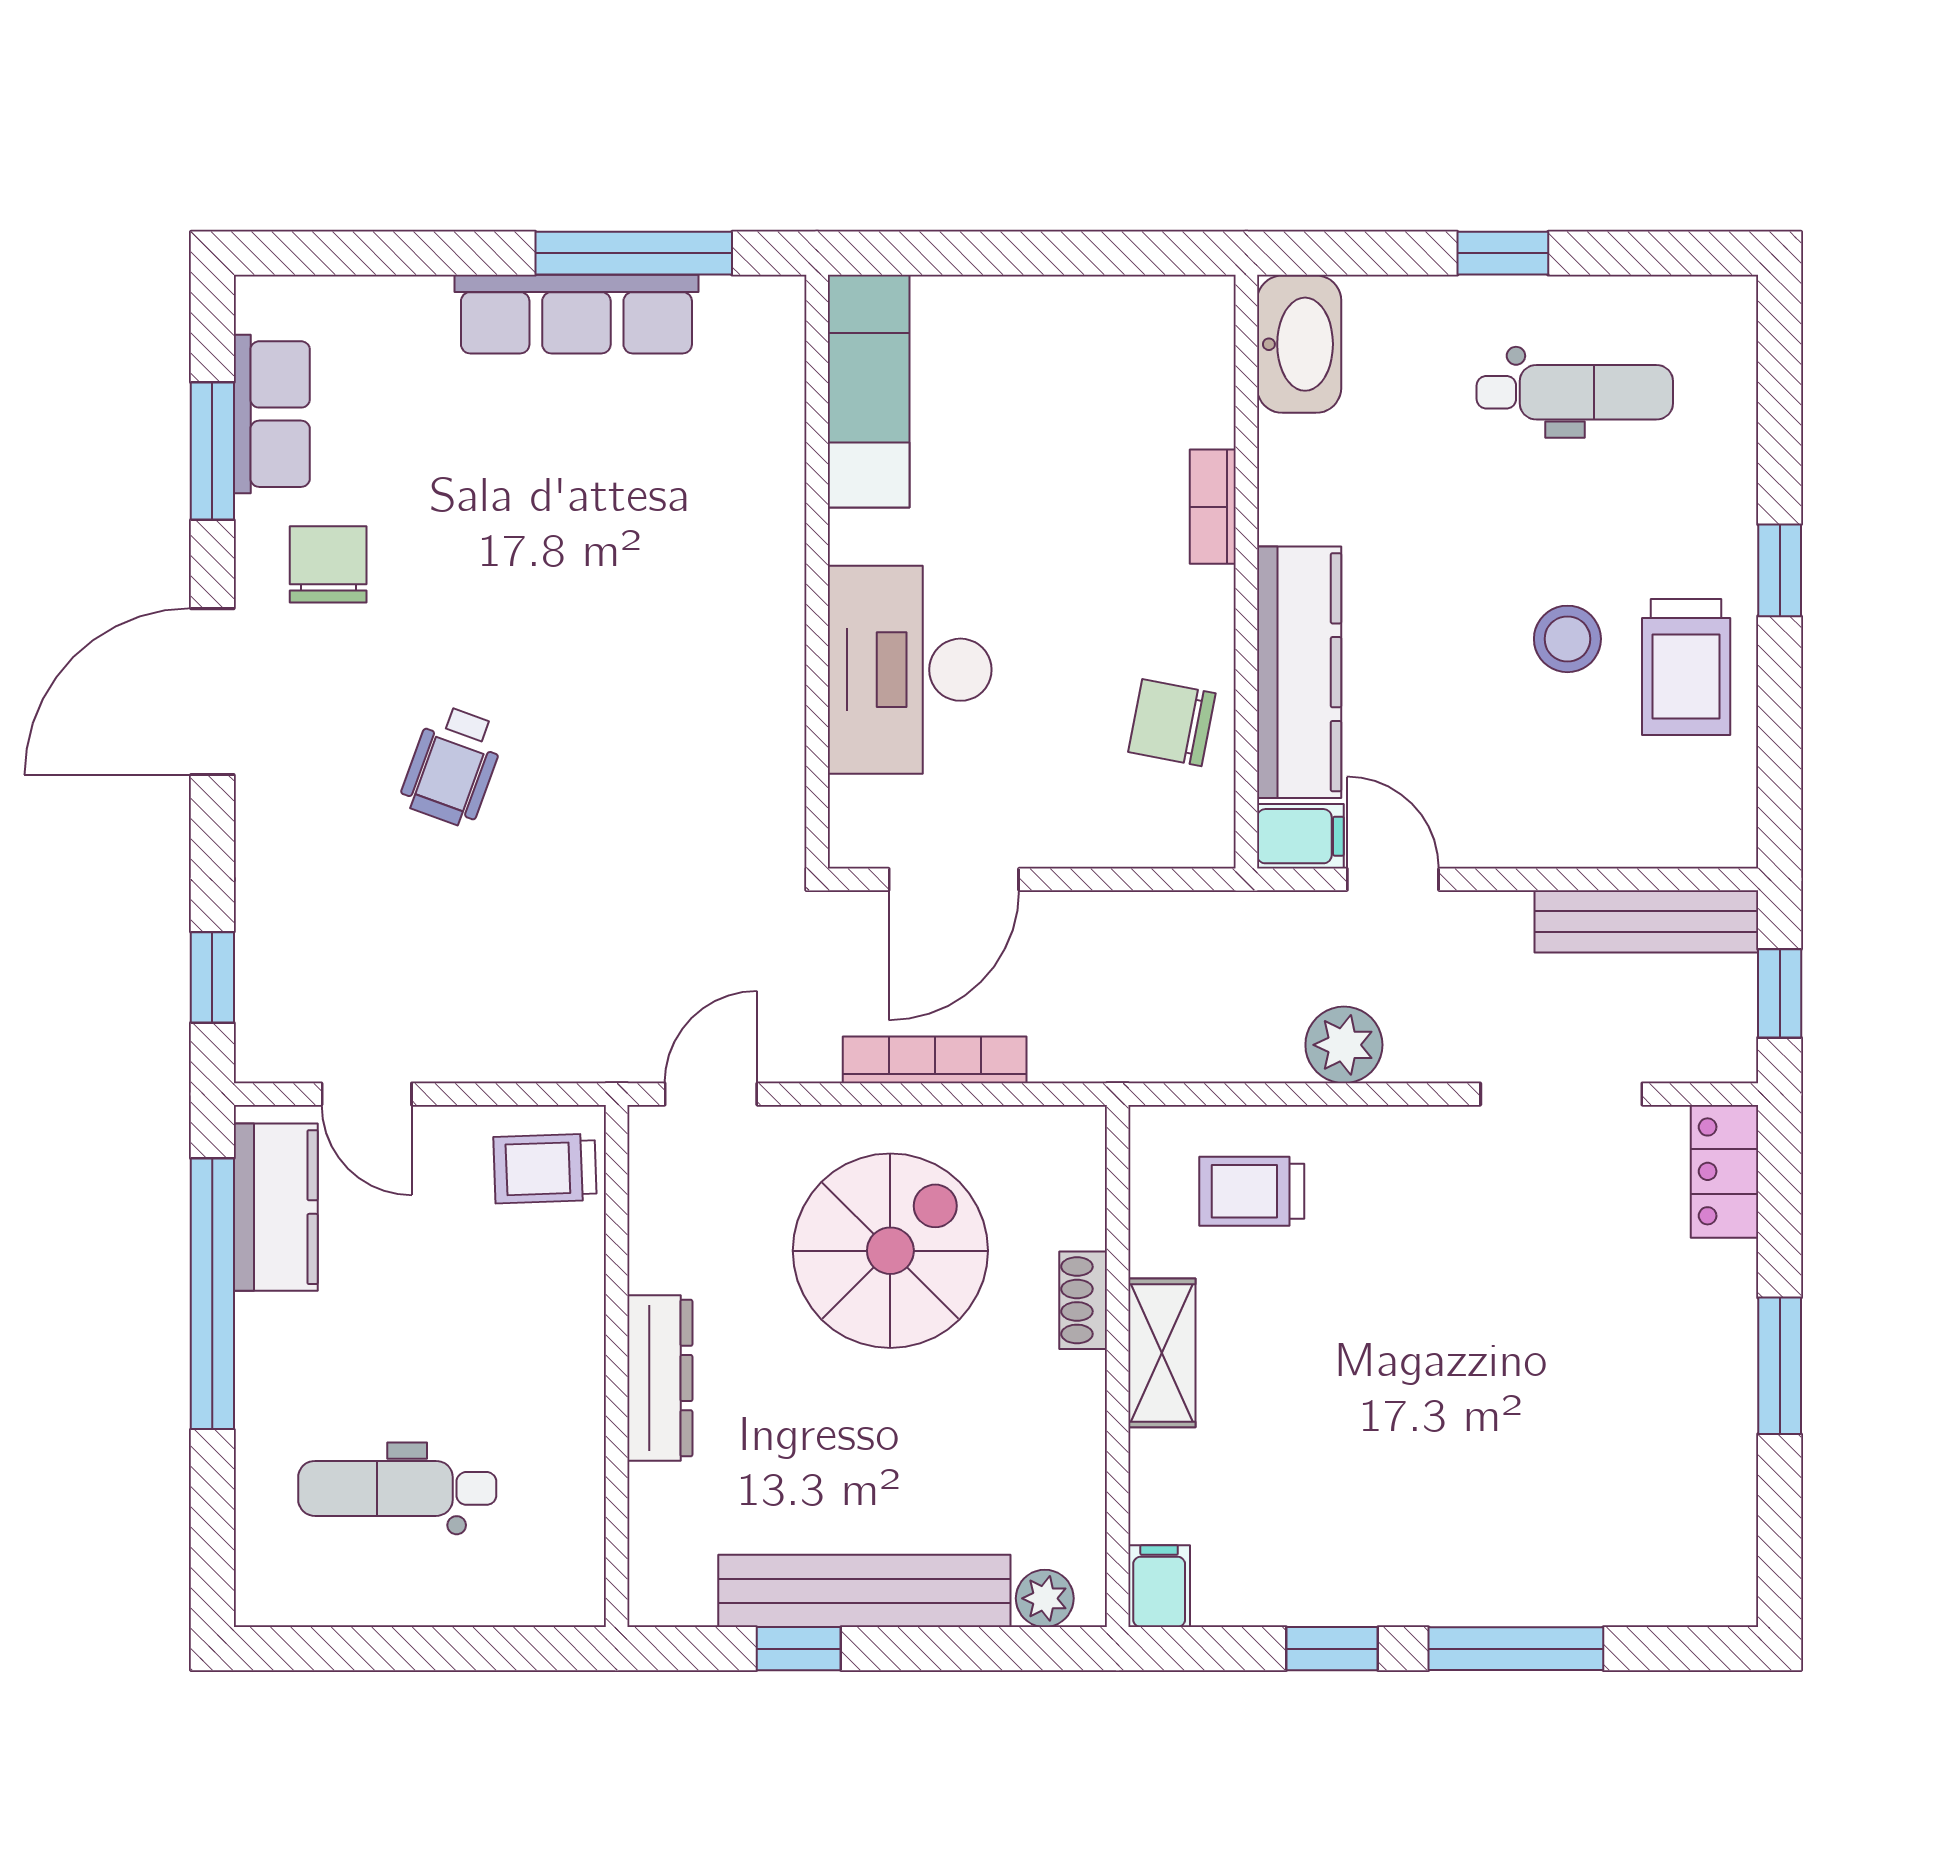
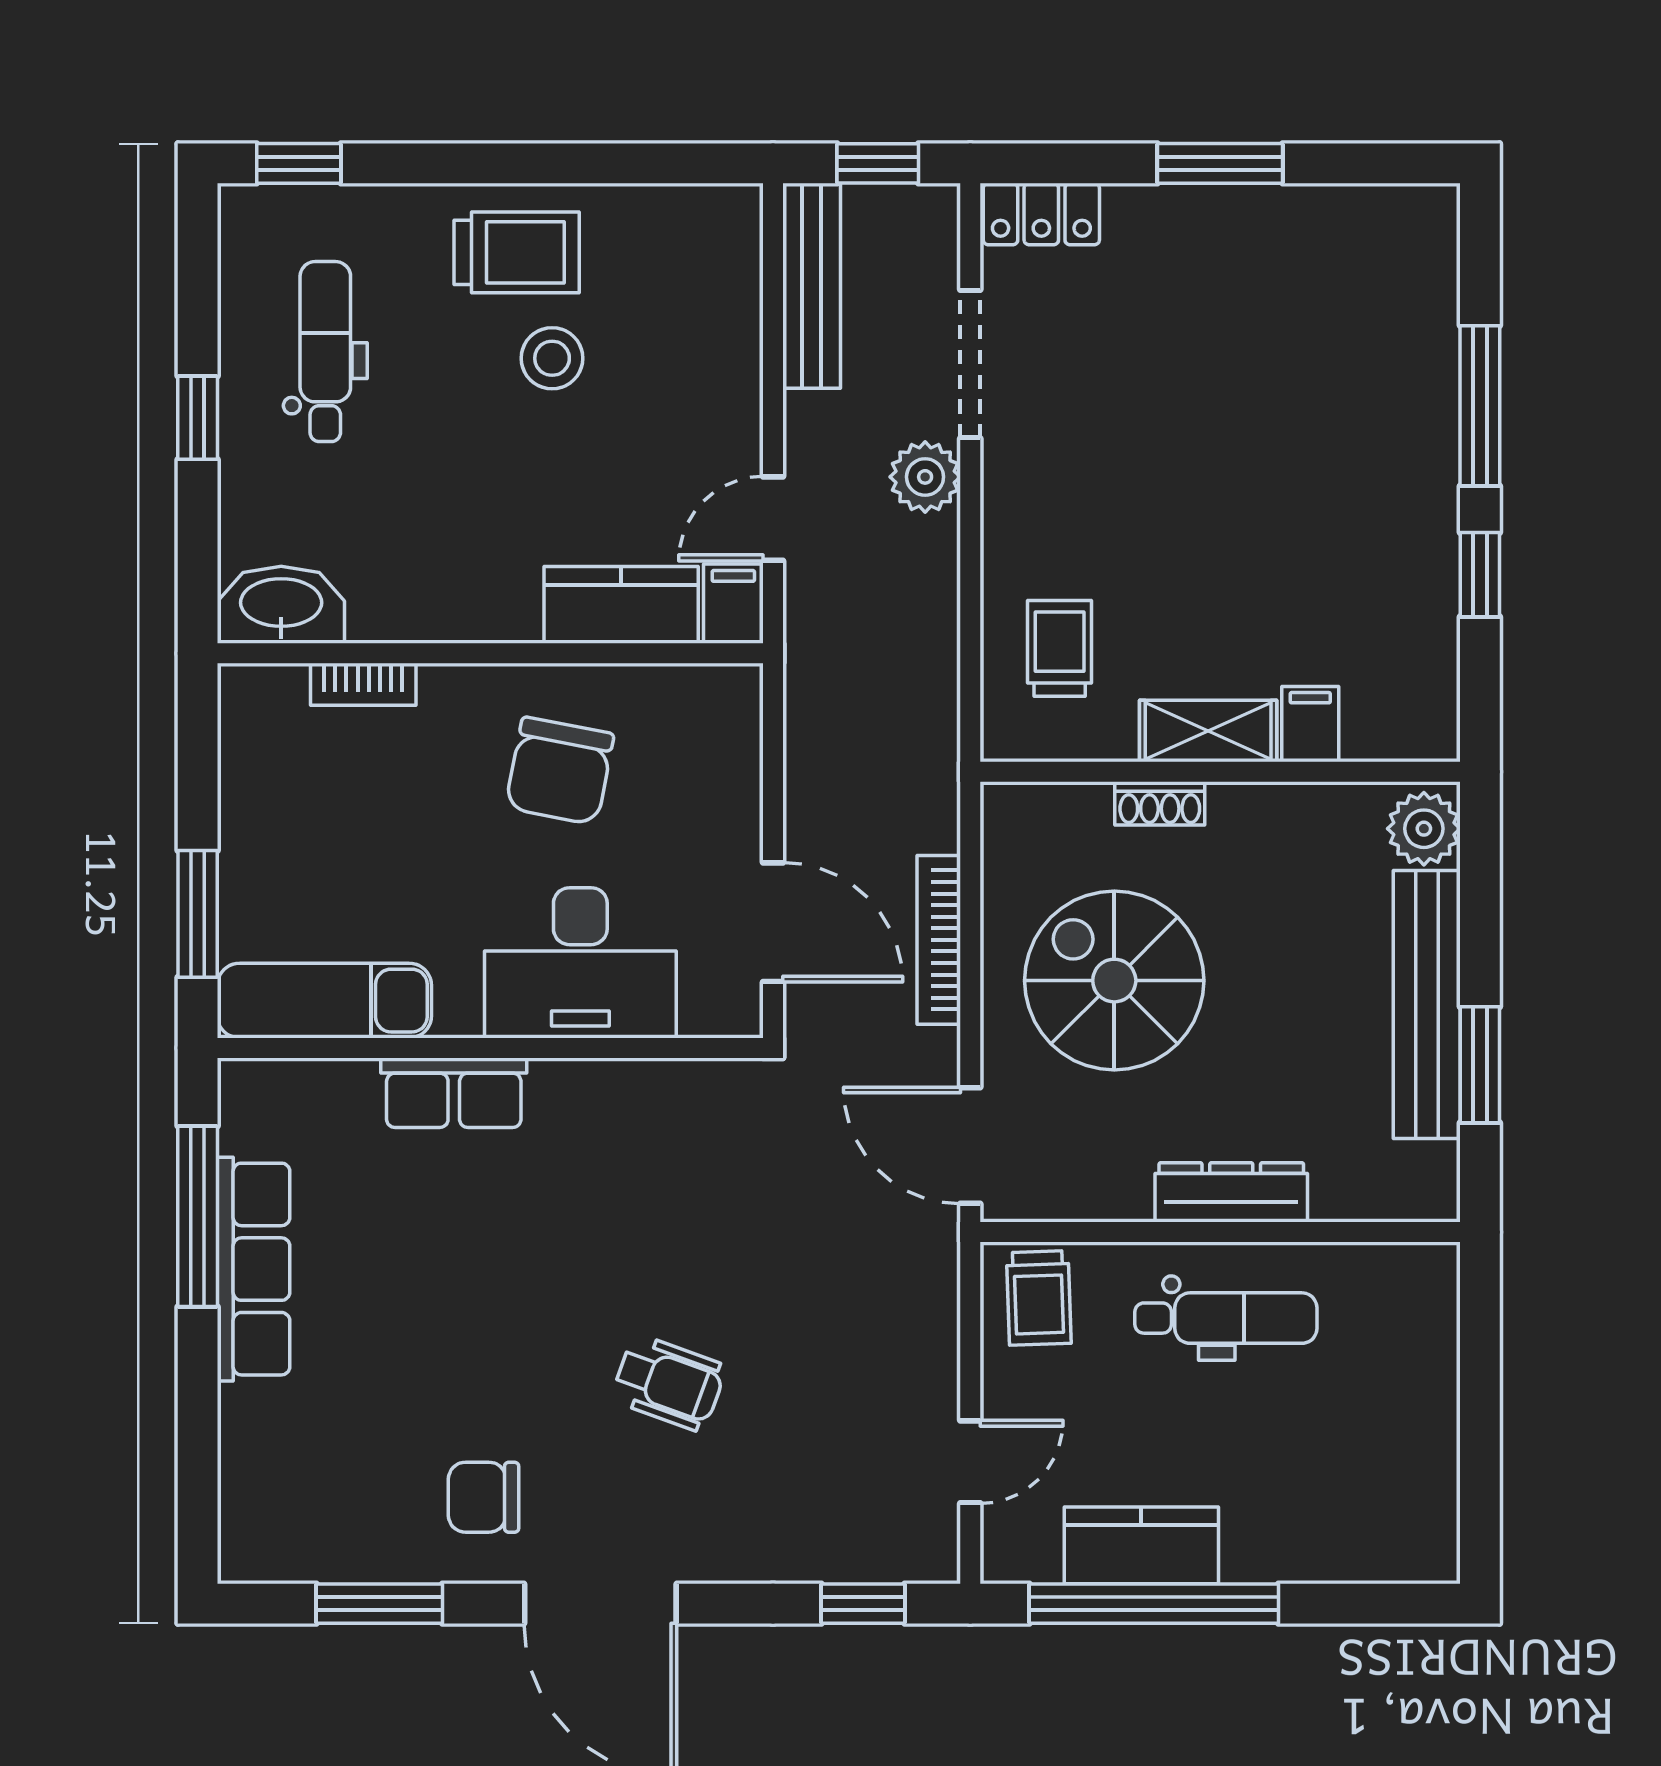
window: (963, 253) -> (198, 914), added
row of seats: (272, 414) -> (454, 1093), moved, turned 180
bookcase: (1213, 507) -> (363, 684), moved
window: (1780, 570) -> (299, 163), moved
trolley: (1686, 667) -> (517, 252), moved
kitchen counter: (1299, 672) -> (621, 605), width x0.67
chair: (1172, 723) -> (560, 771), moved, width x1.37, depth x1.37
plant: (1344, 1045) -> (925, 477), moved
door: (711, 1094) -> (970, 1145), width x1.38
trolley: (1252, 1191) -> (1060, 648), turned 180
kitchen counter: (276, 1207) -> (1141, 1545), moved
dental chair: (397, 1488) -> (1226, 1318), moved, turned -90
filing cabinet: (1159, 1586) -> (1310, 724), moved, turned 90
plant: (1045, 1598) -> (1424, 829), width x1.38, depth x1.38
window: (799, 1649) -> (1480, 1065), width x1.50

